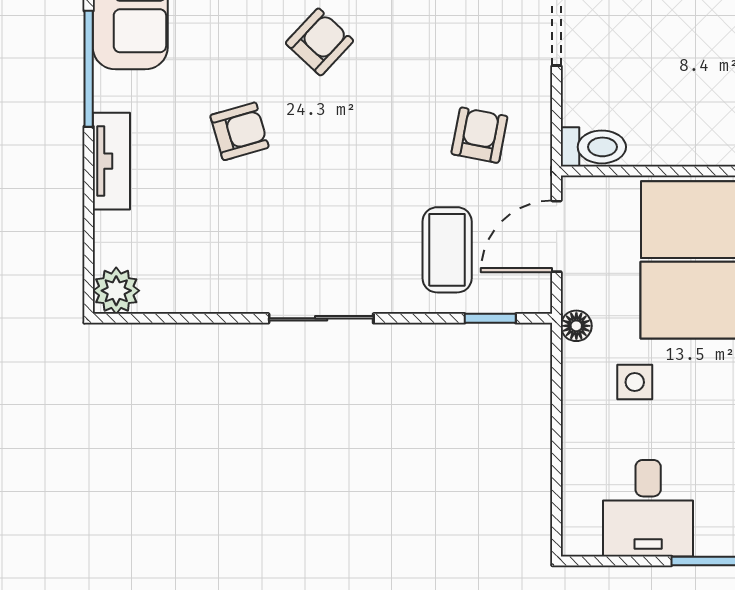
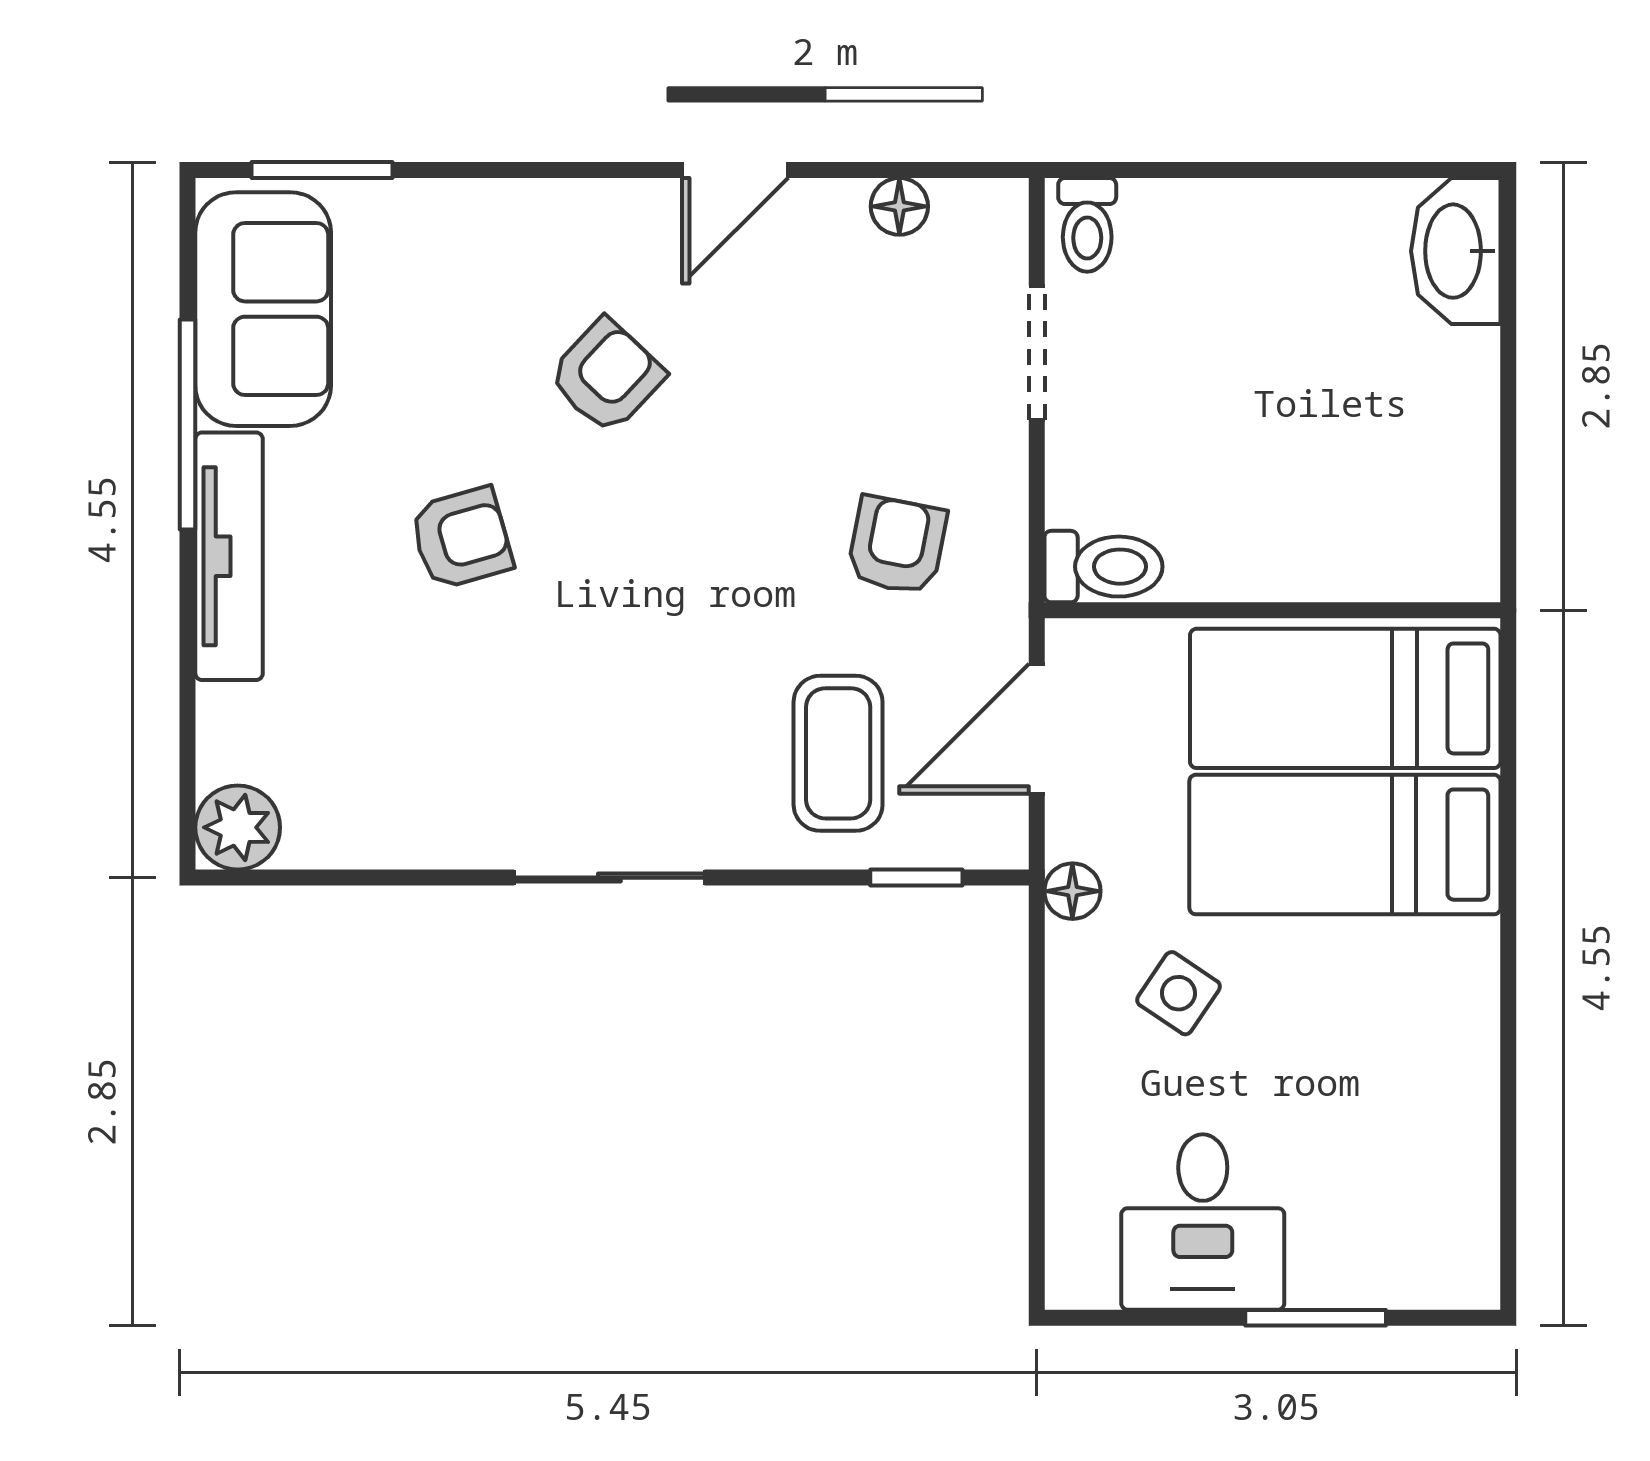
tv unit: (111, 161) -> (229, 556), width x1.41
side table: (635, 382) -> (1179, 993), turned 34

